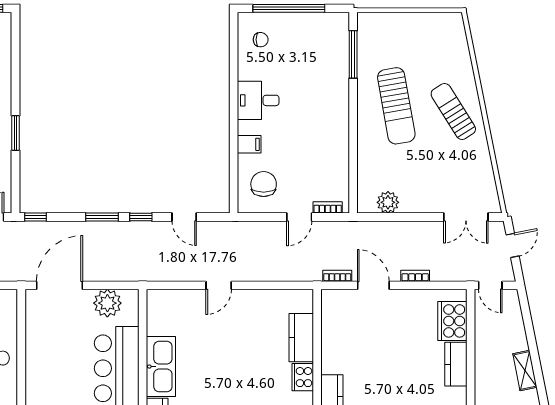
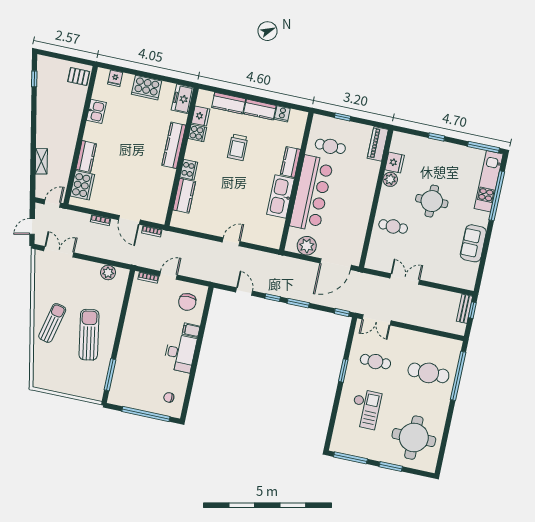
desk: (258, 100) -> (180, 353), width x1.37
sun lounger: (453, 112) -> (52, 323), turned -135
door: (490, 285) -> (52, 203), hinge flipped
shelving: (525, 371) -> (41, 161), moved

